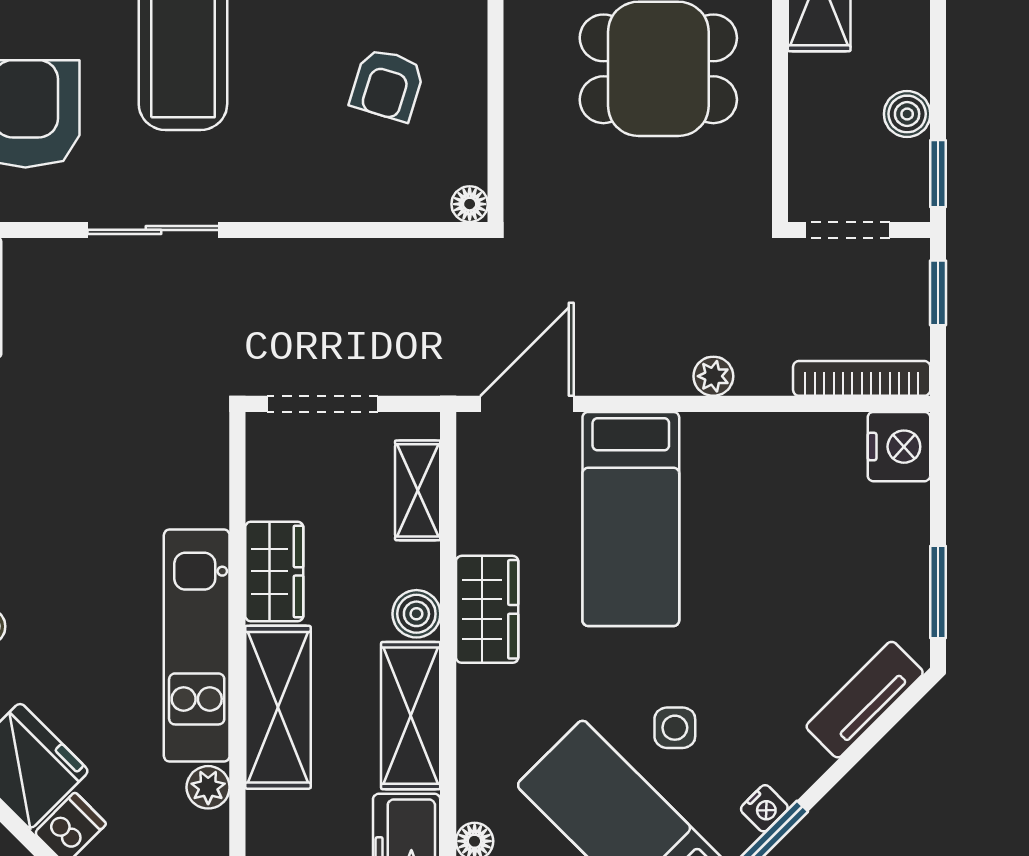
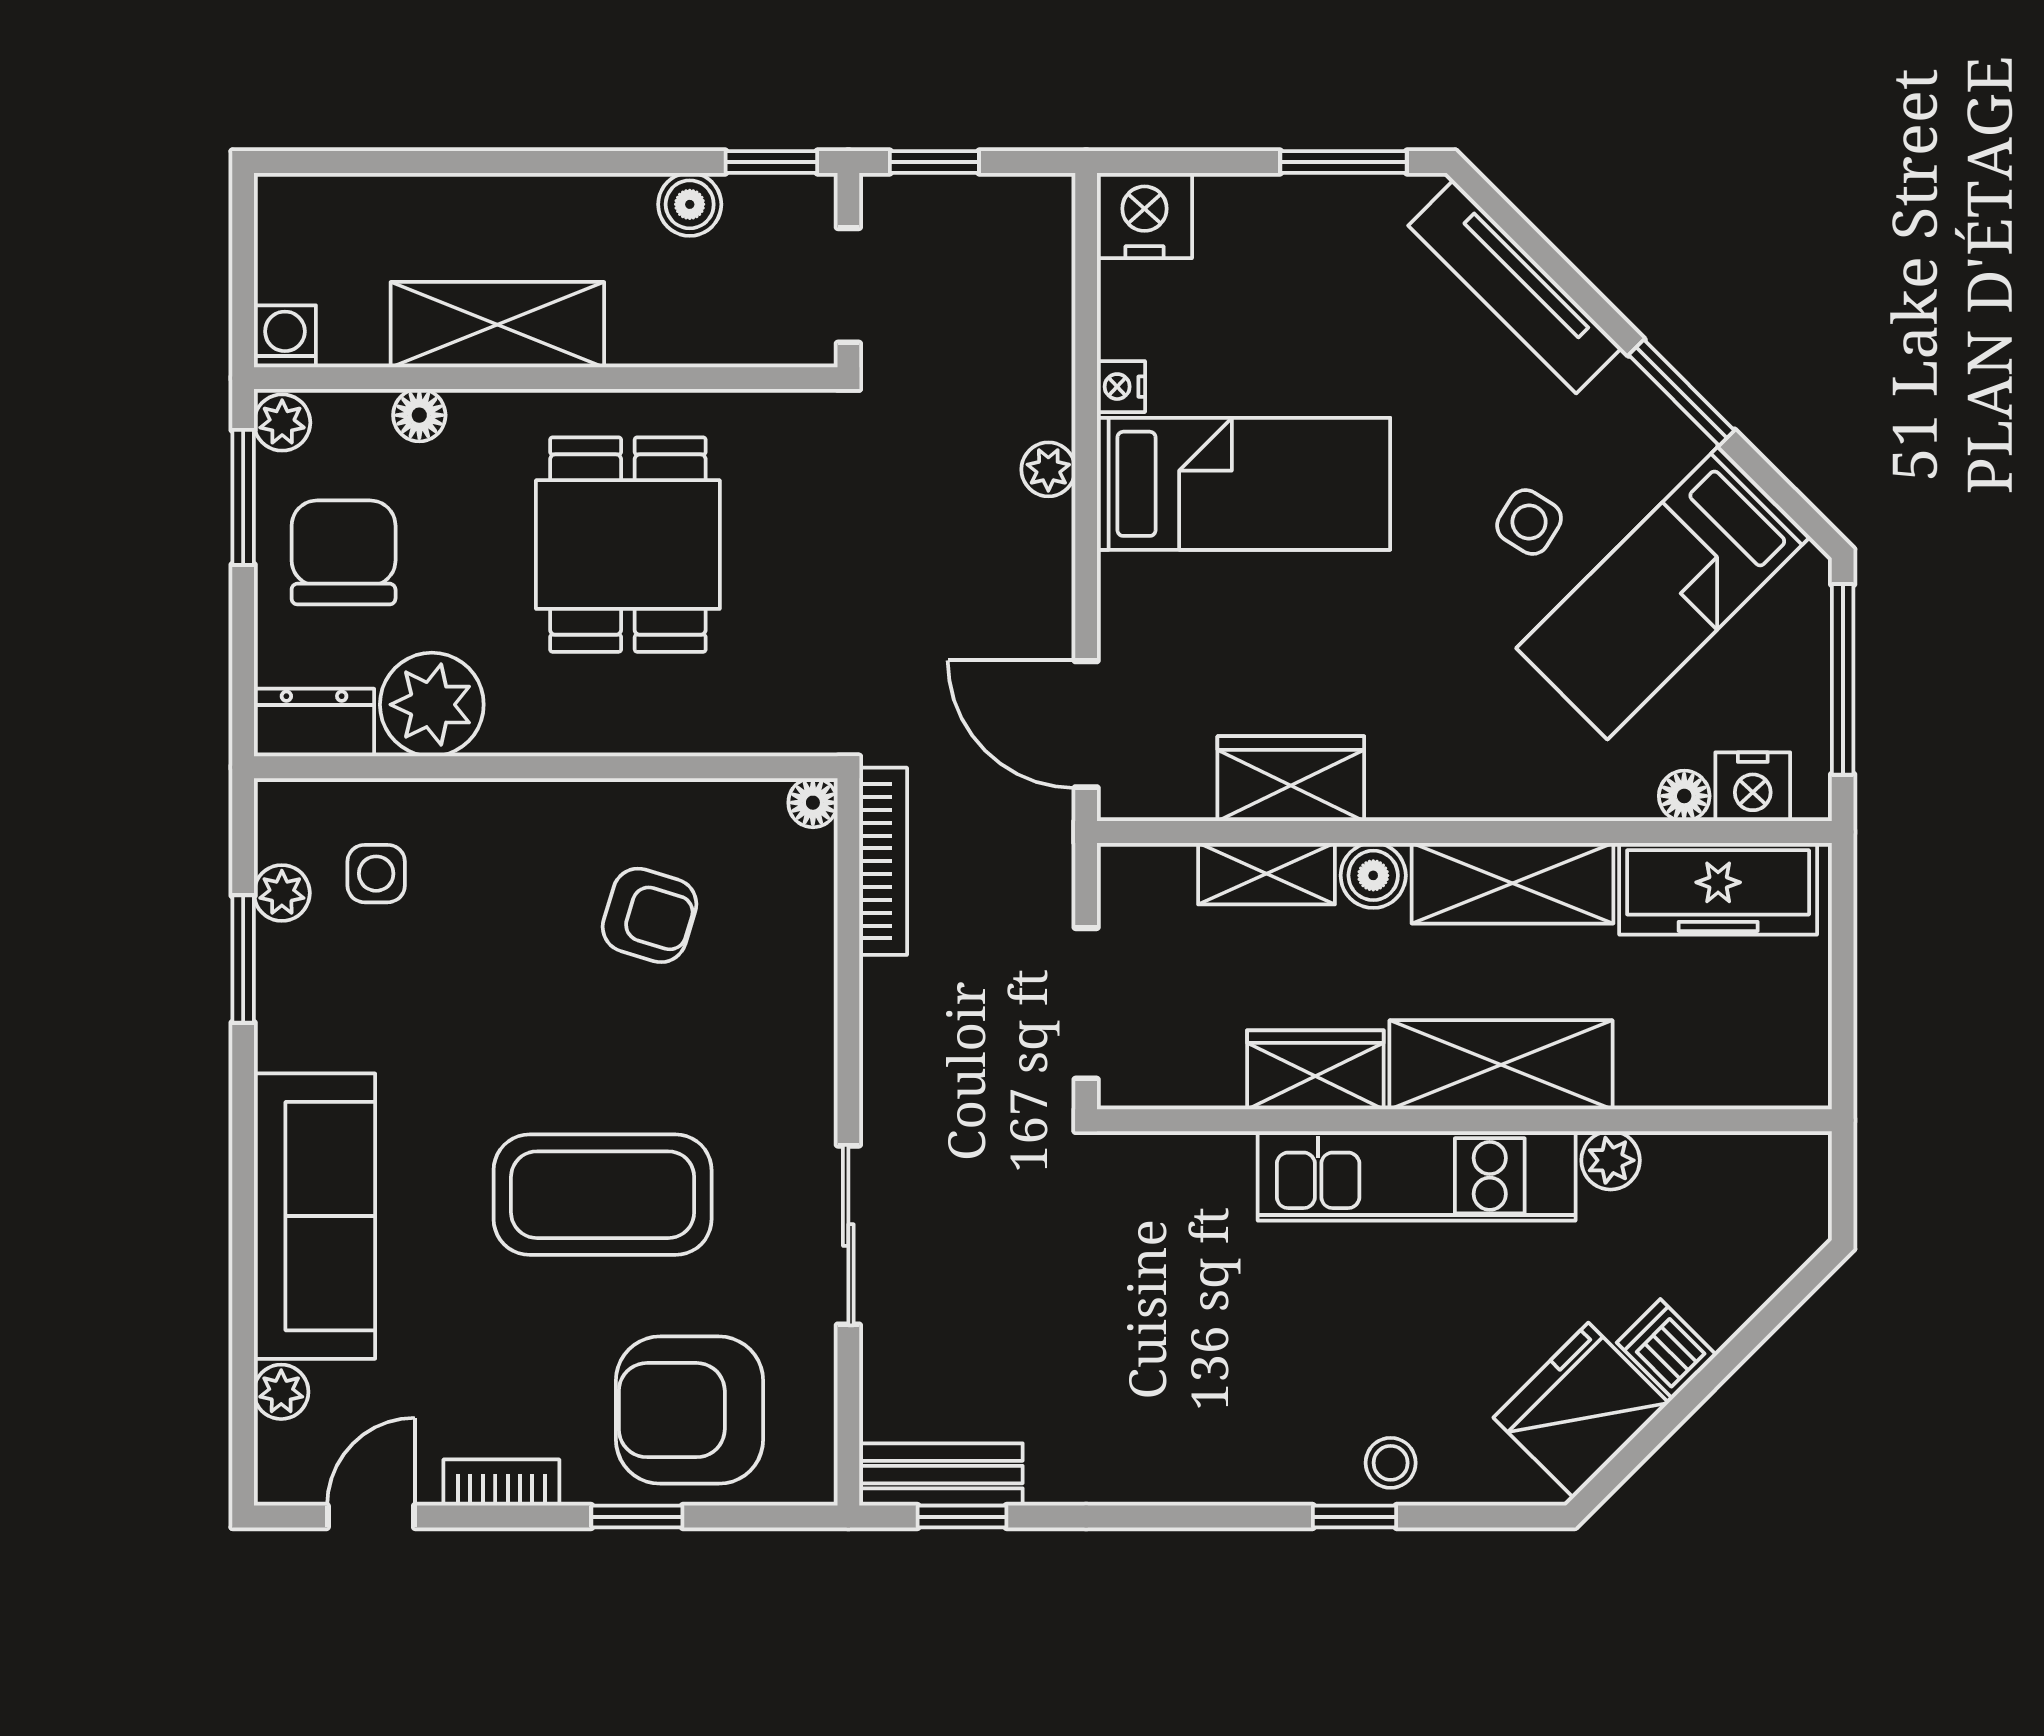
bookcase: (862, 378) -> (883, 861), moved, turned 180
shelving: (418, 490) -> (1266, 874), moved
bed: (631, 519) -> (1244, 484), moved
wardrobe: (487, 609) -> (1291, 779), moved
tv unit: (865, 700) -> (1515, 287), width x1.41
side table: (675, 728) -> (1529, 522), turned 32
nightstand: (764, 808) -> (1121, 387), moved, turned -135

